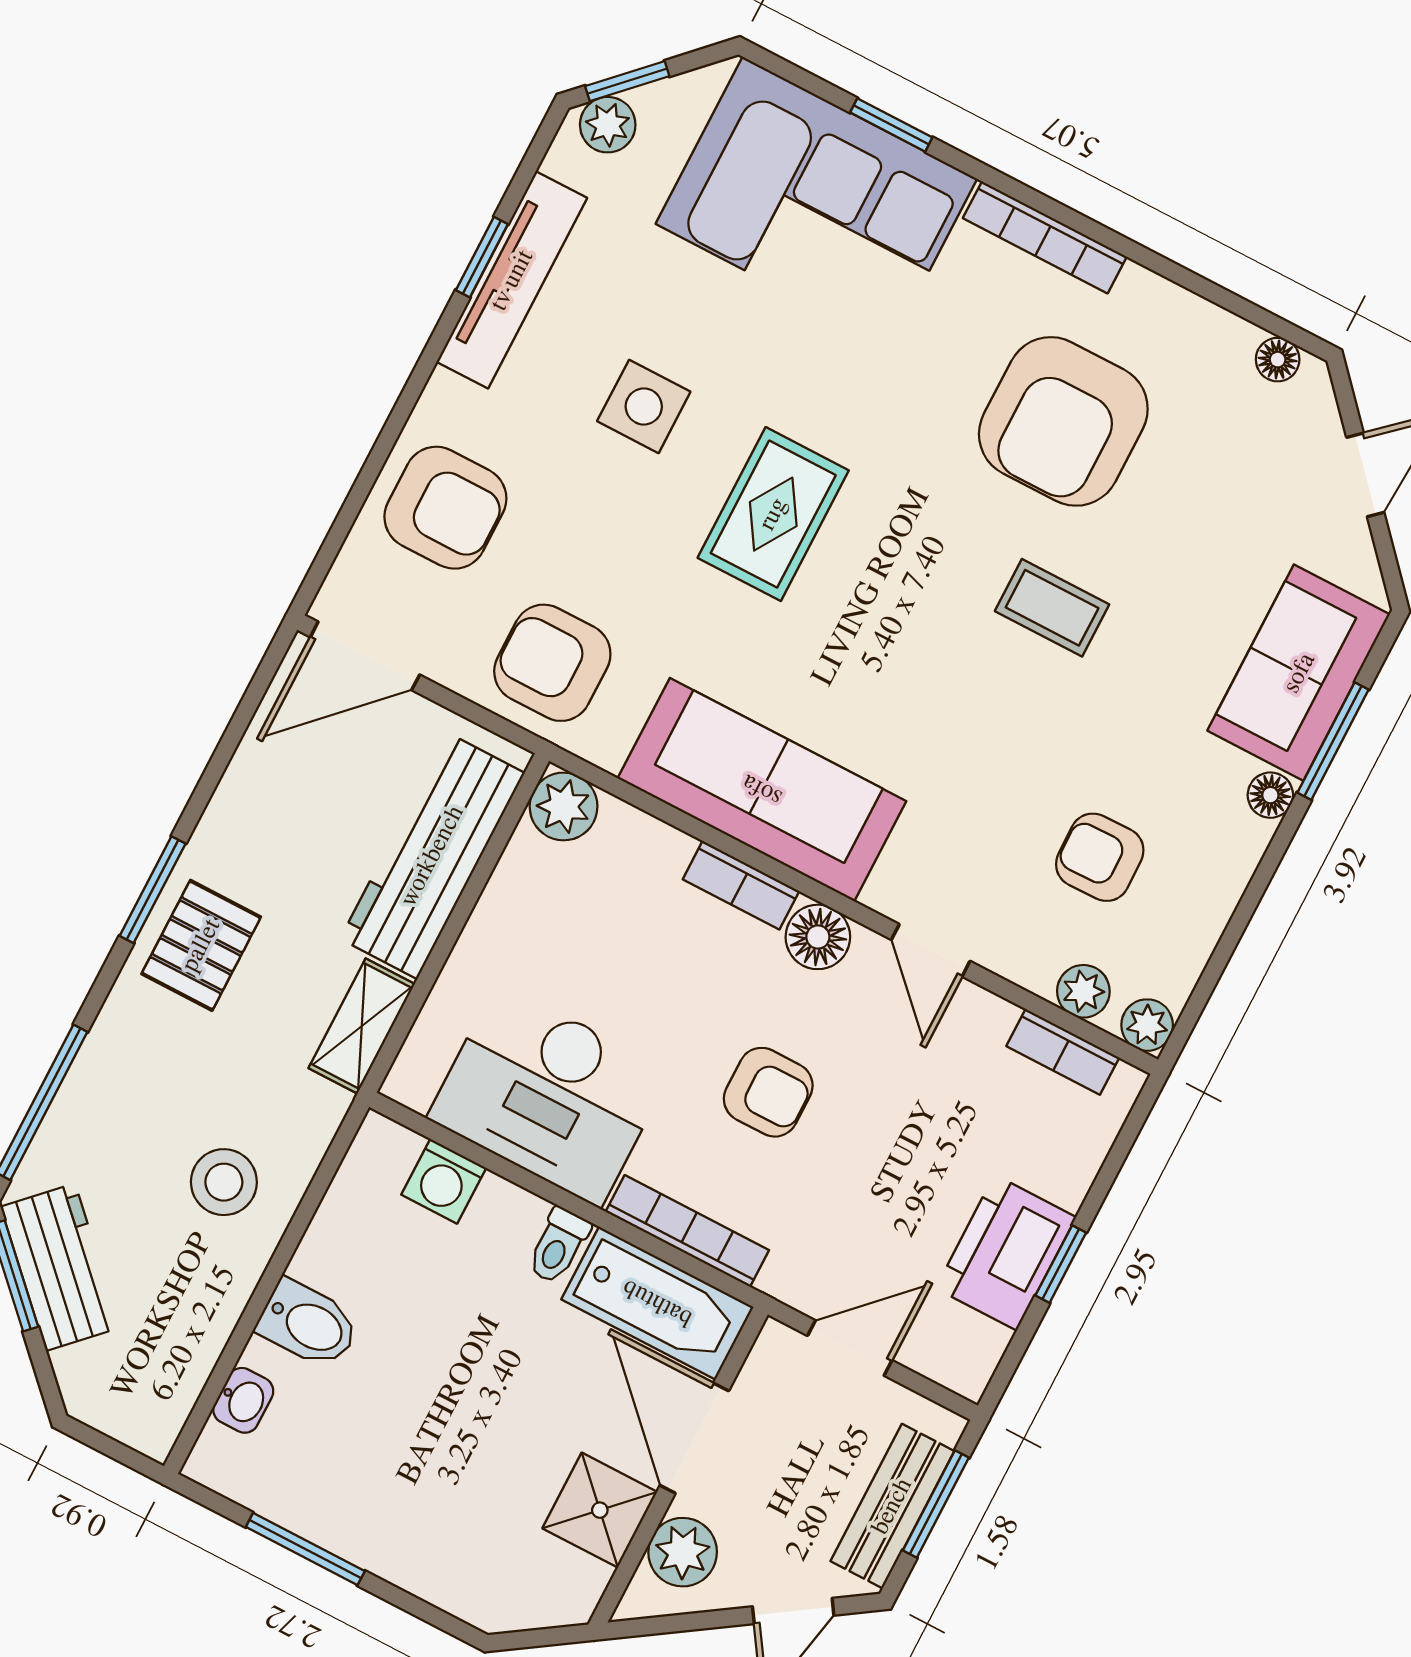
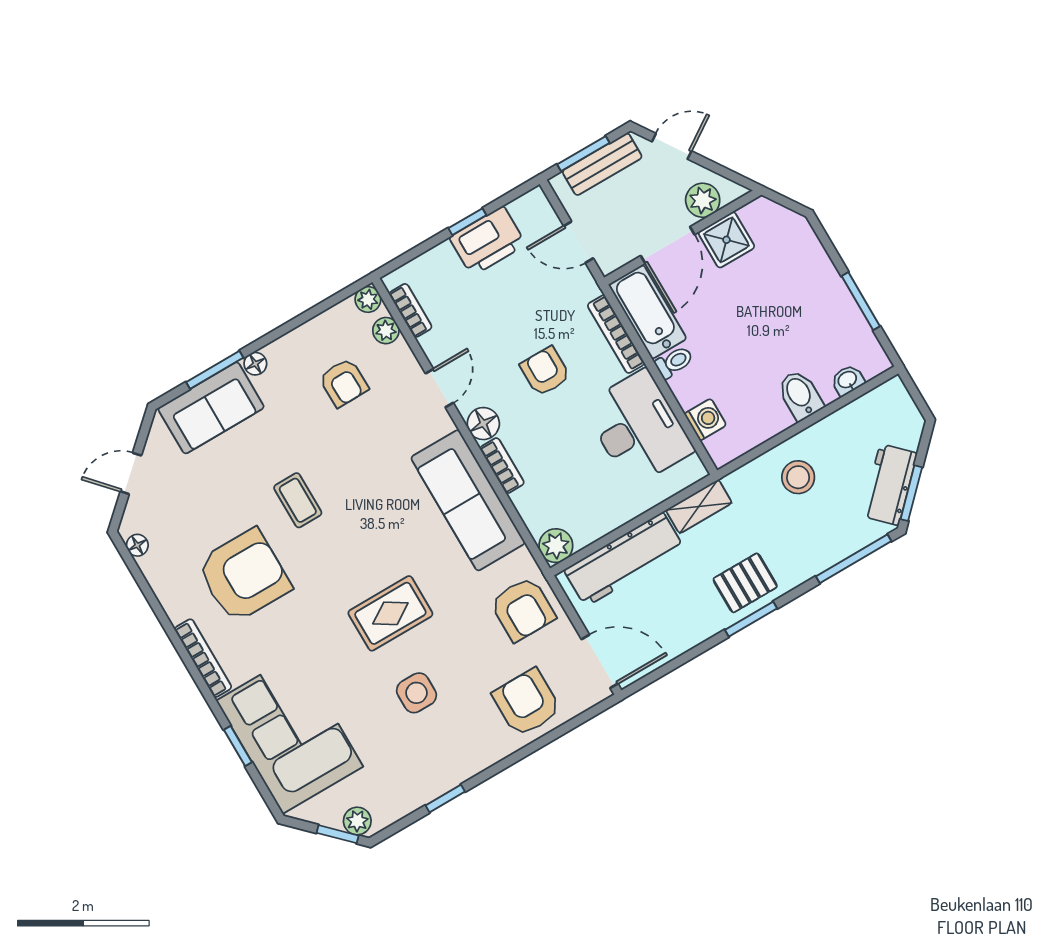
tv unit: (512, 280) -> (439, 781), removed

